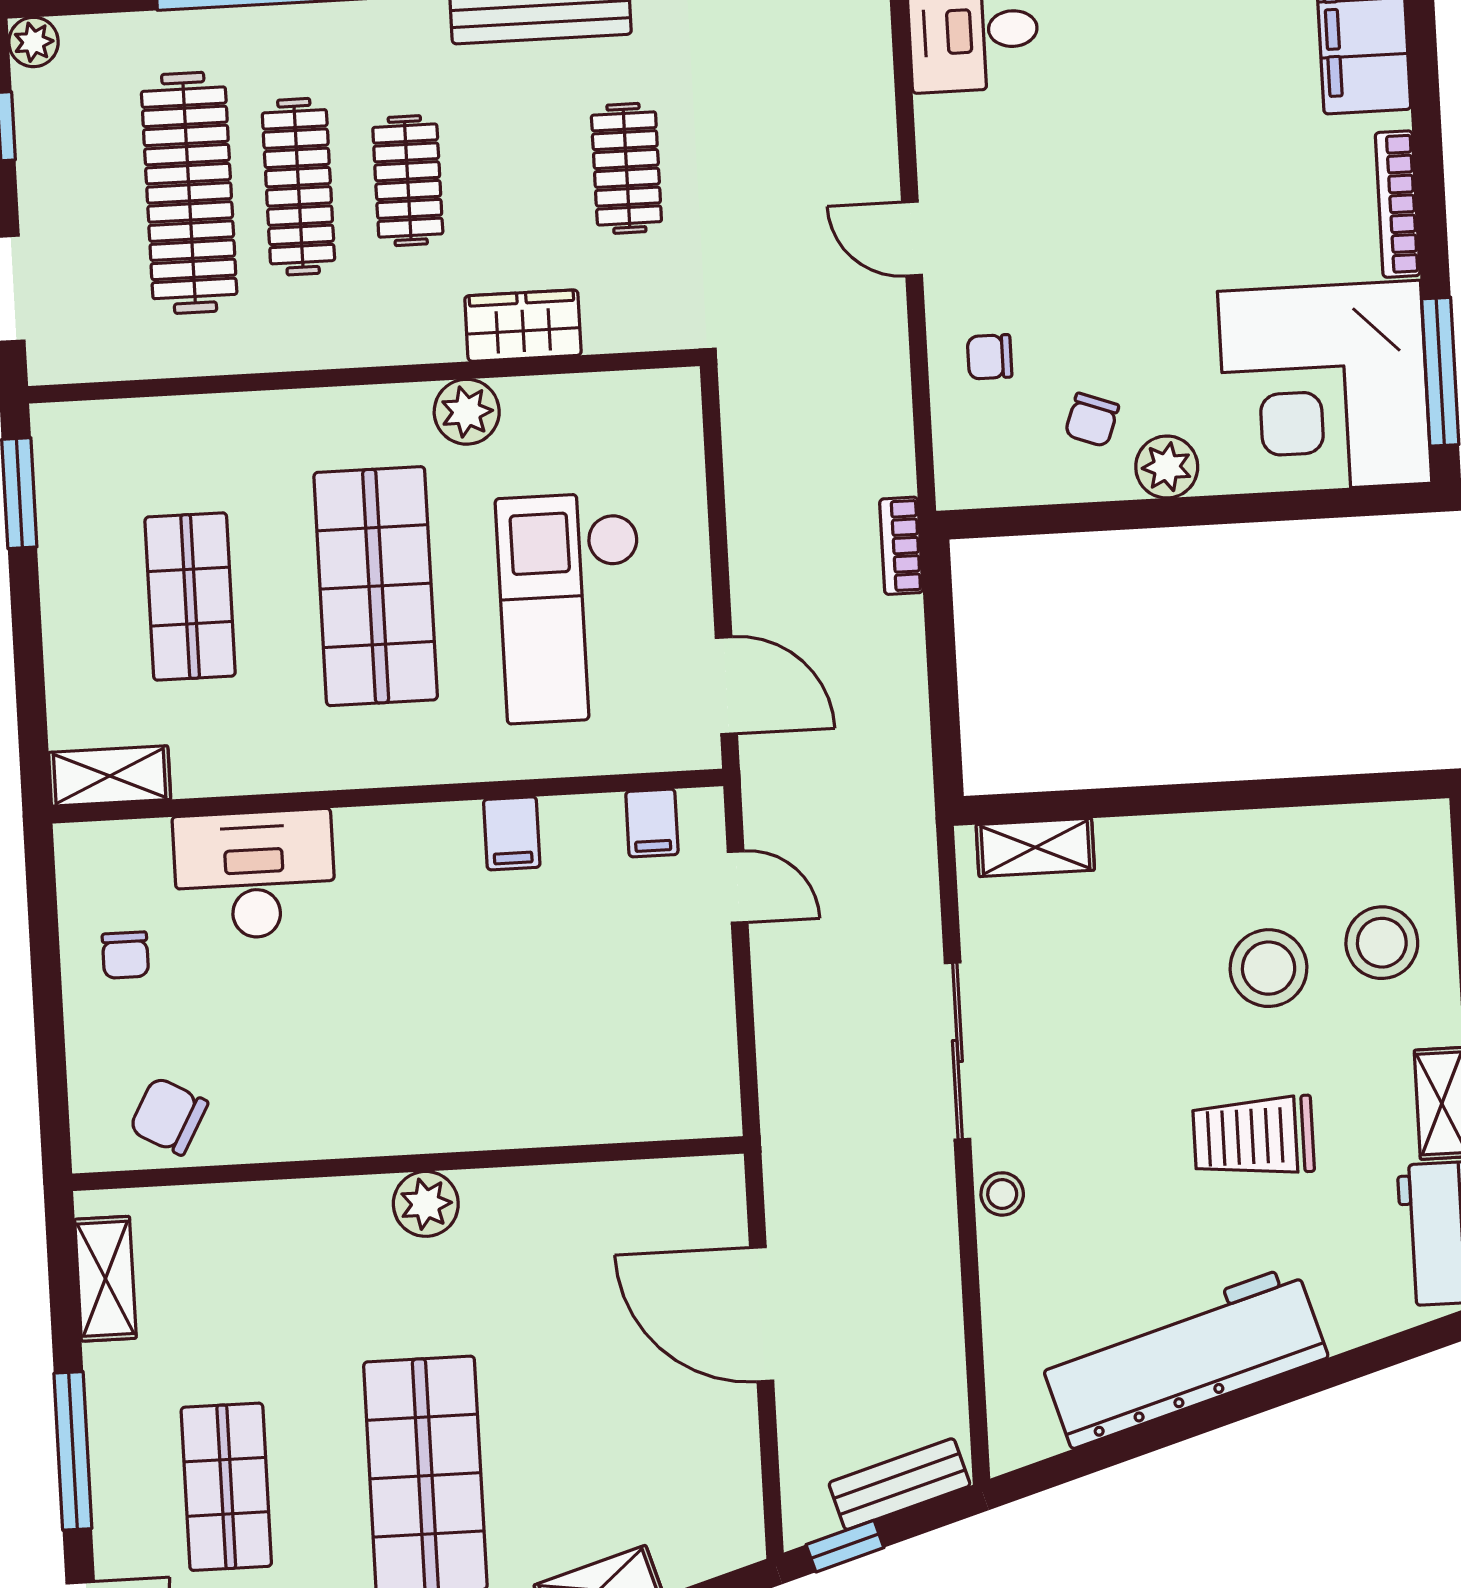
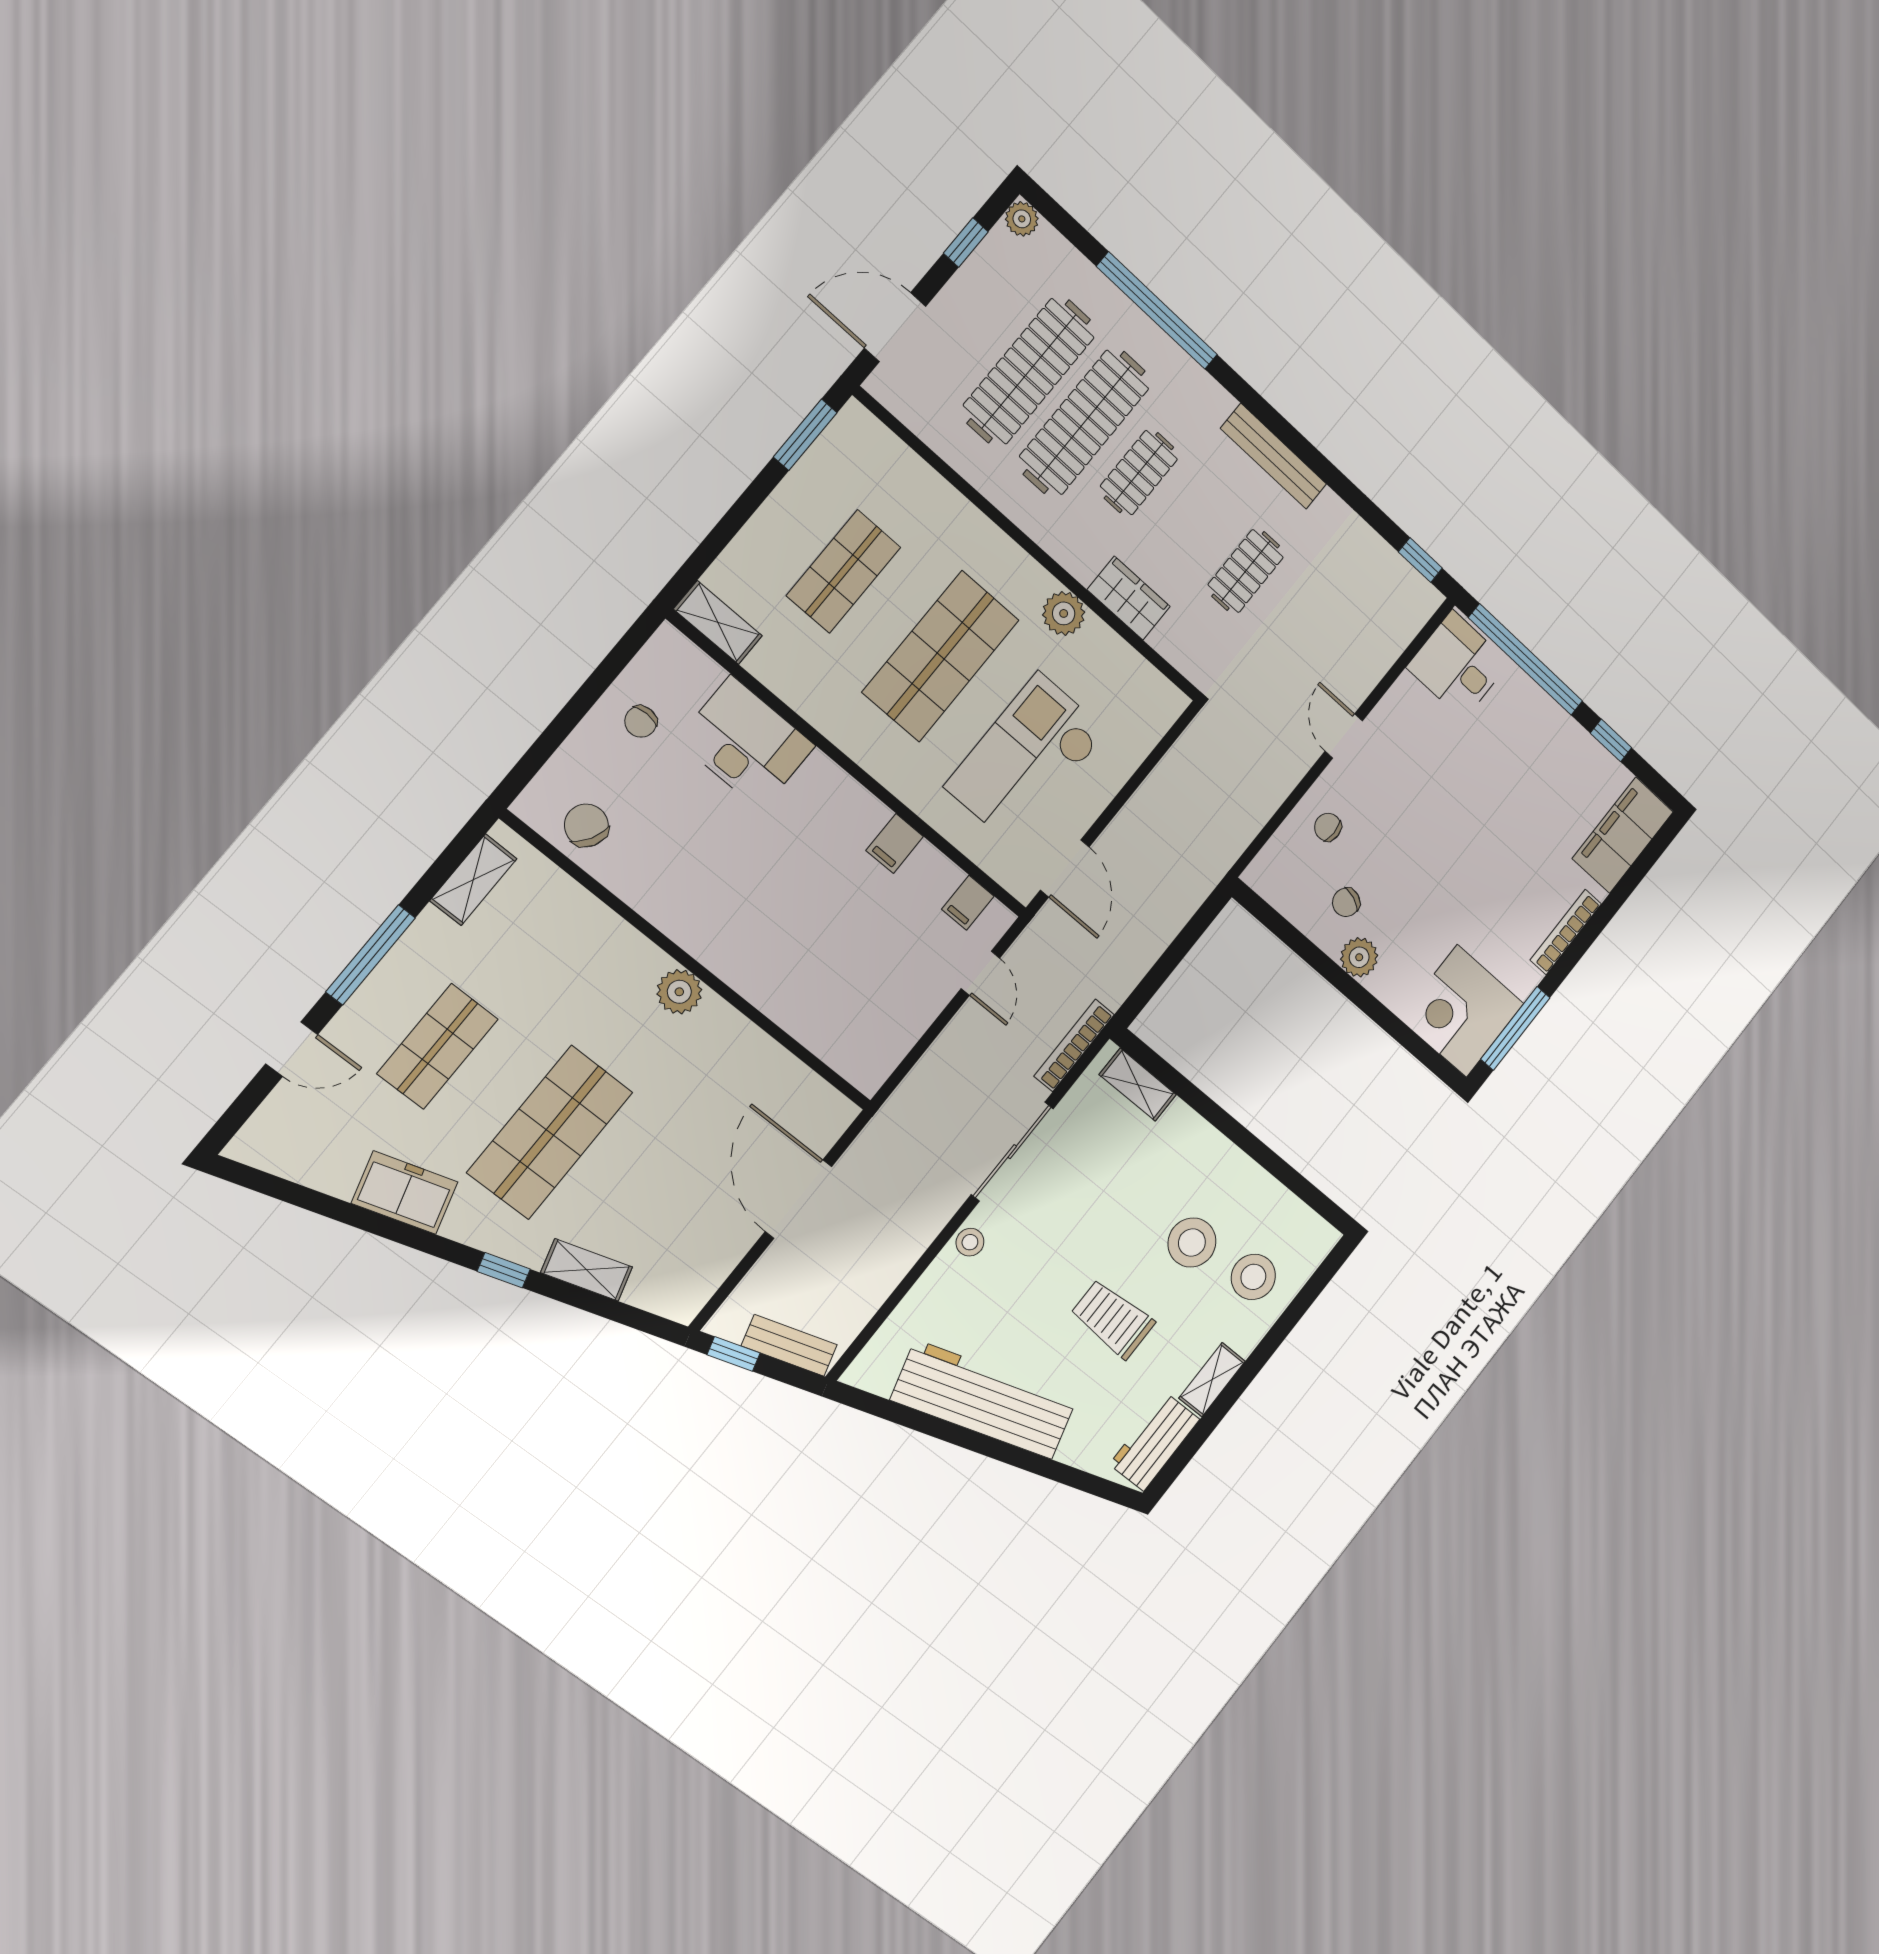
clothes rail: (298, 187) -> (1084, 422), width x1.37, depth x1.31
corner desk: (1325, 387) -> (1462, 1011), width x0.74, depth x0.74
bookcase: (901, 546) -> (1074, 1045), moved, width x1.56

